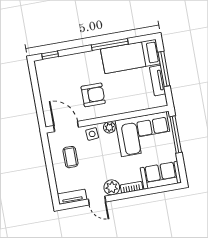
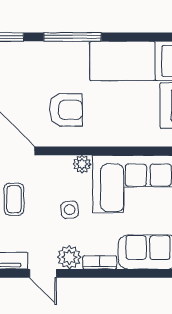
window: (110, 45) -> (73, 37), moved
side table: (92, 134) -> (70, 210), moved

